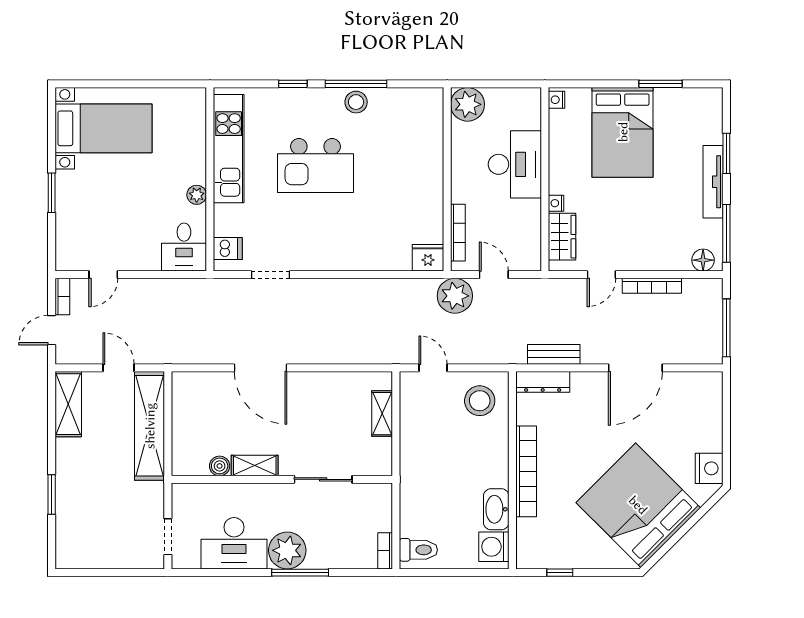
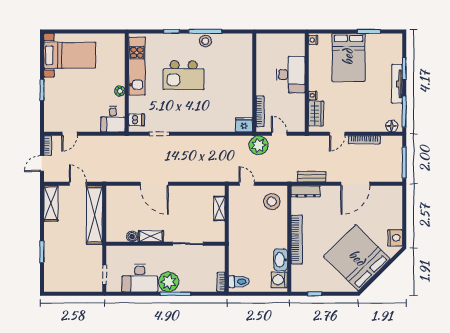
plant: (468, 104) -> (265, 42), removed

